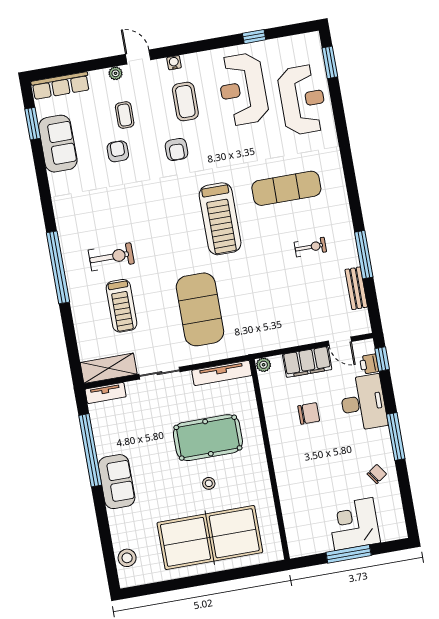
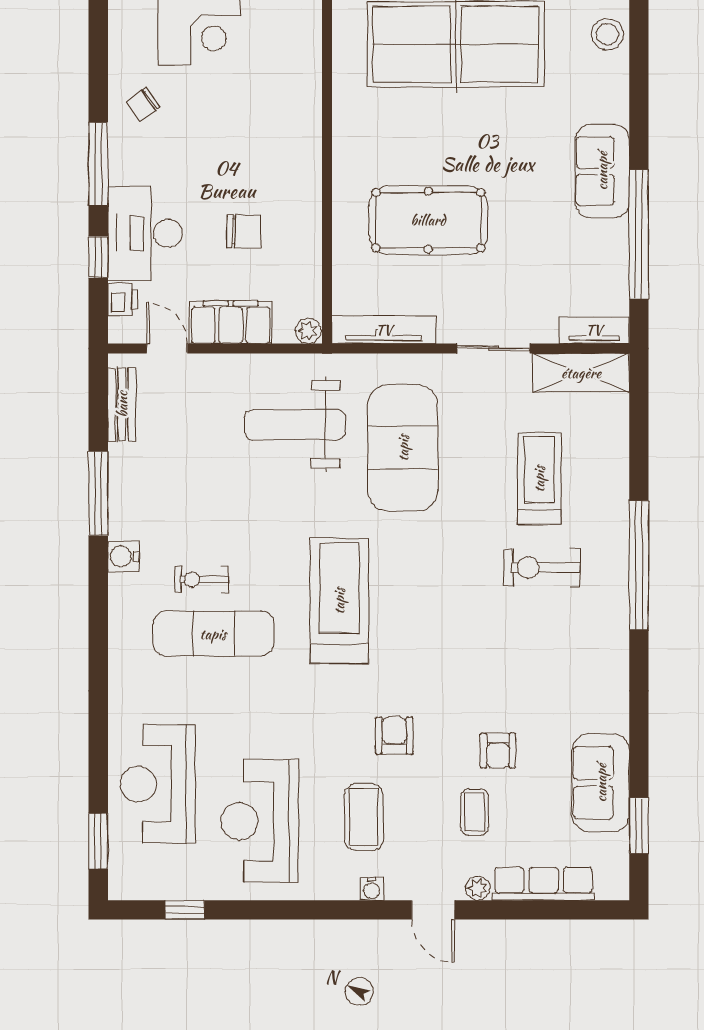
window: (254, 37) -> (185, 910), moved
row of seats: (61, 86) -> (544, 884), moved
reception desk: (243, 89) -> (259, 821), turned 180
water cooler: (344, 222) -> (123, 556), added
exercise bike: (310, 247) -> (202, 579), moved
bench: (356, 288) -> (122, 404), moved
weight bench: (262, 312) -> (295, 424), added
window: (382, 359) -> (98, 257), moved
chair: (309, 413) -> (244, 231), turned 180
stool: (209, 483) -> (441, 140), removed

